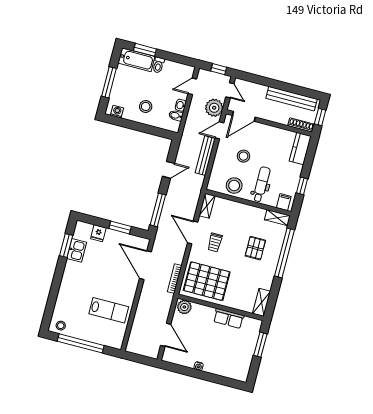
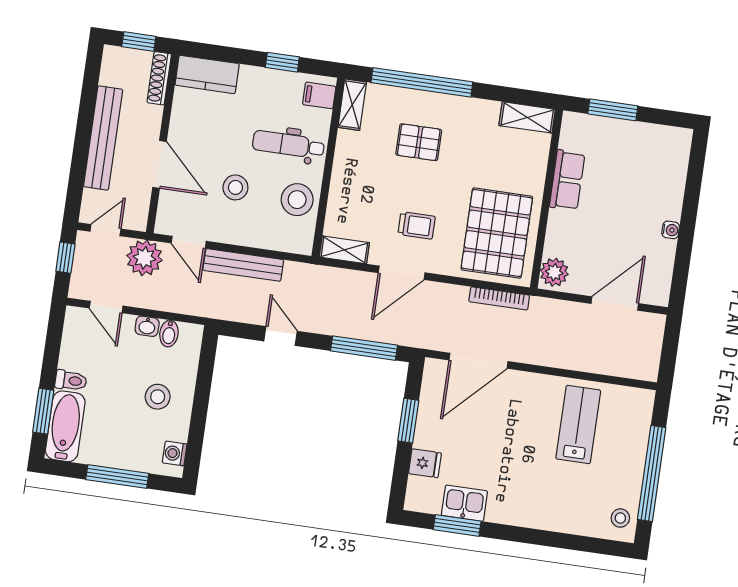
bench: (292, 99) -> (103, 138), moved
door: (244, 116) -> (160, 164), moved

